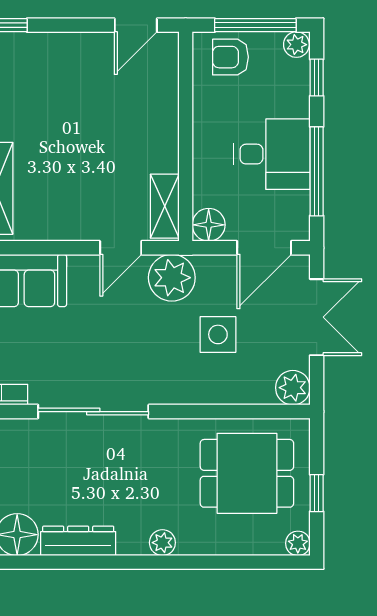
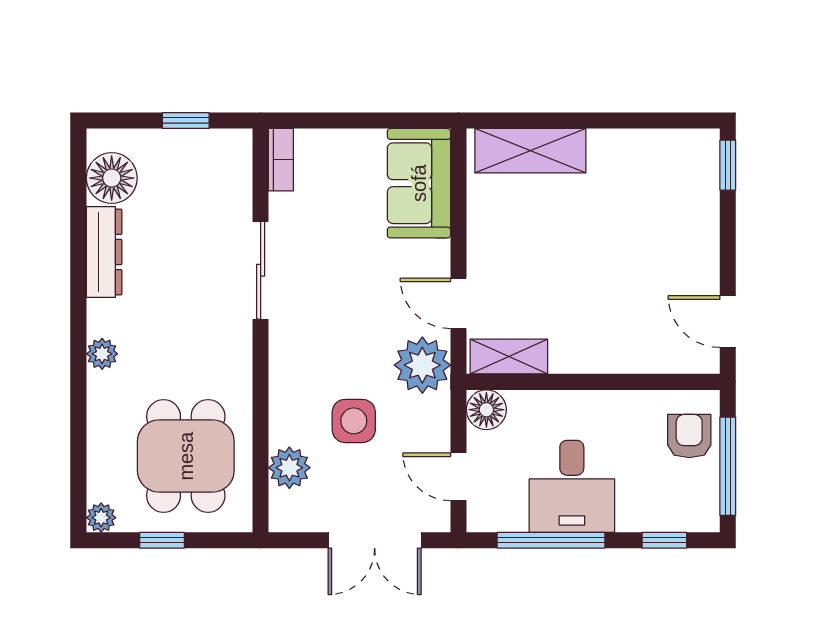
plant: (296, 45) -> (704, 516), removed
door: (264, 248) -> (459, 477), width x0.73
plant: (293, 388) -> (289, 468), moved
sliding door: (93, 412) -> (261, 270), width x0.73

